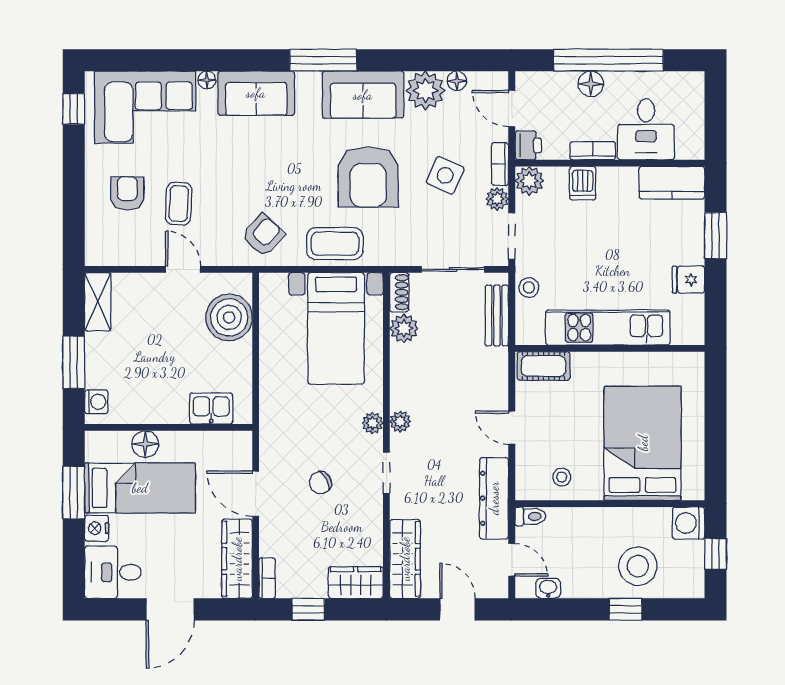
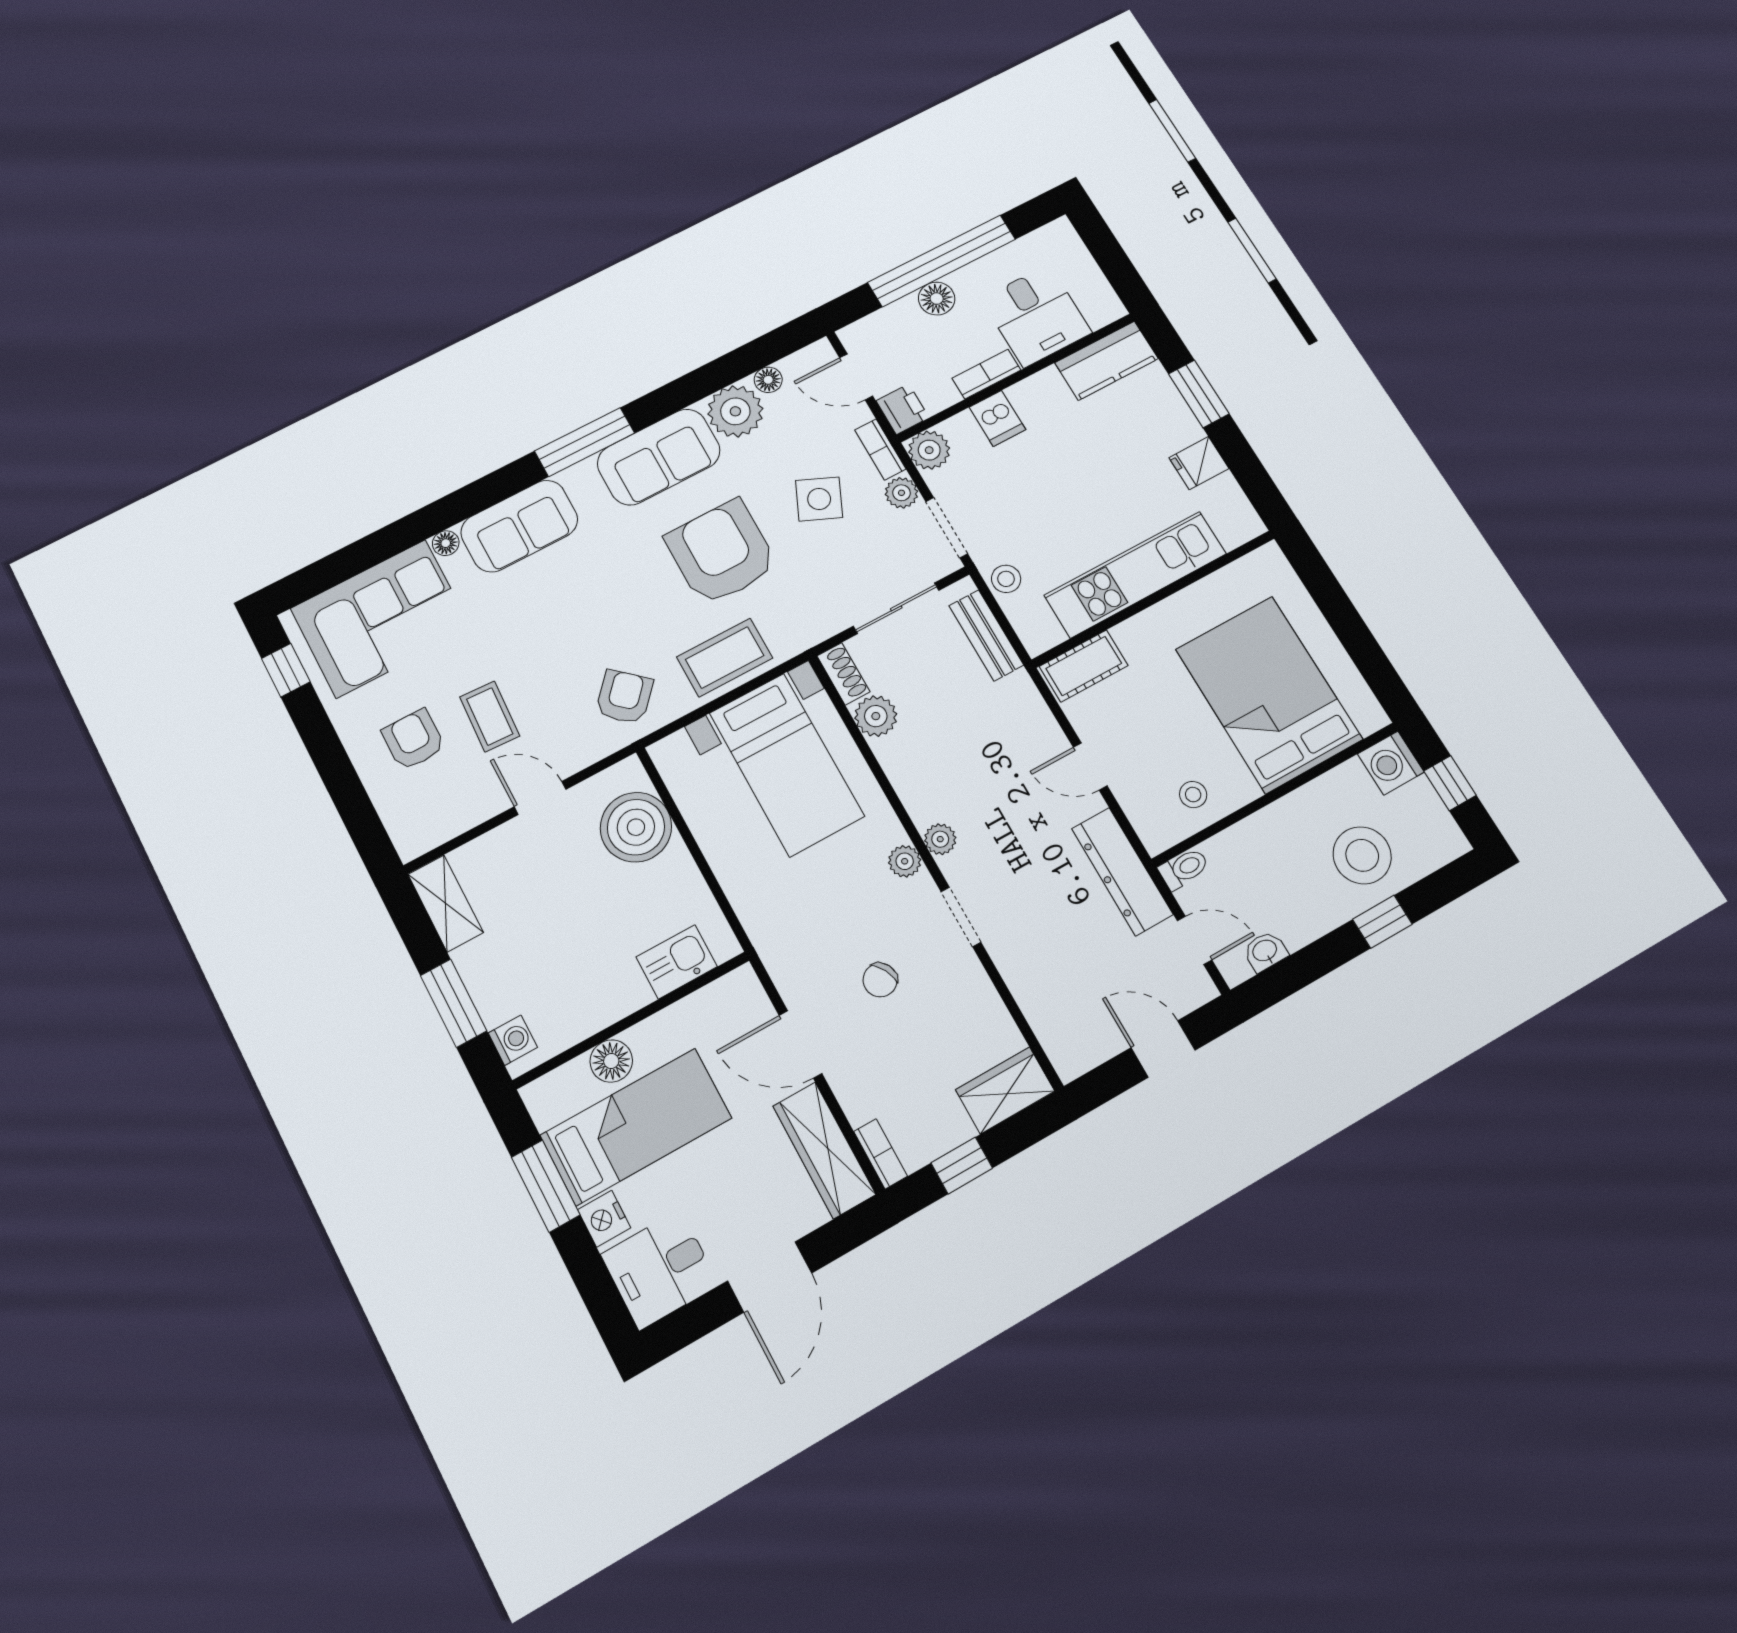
armchair: (368, 177) -> (721, 552), turned 180
wardrobe: (405, 559) -> (1053, 1020), removed

